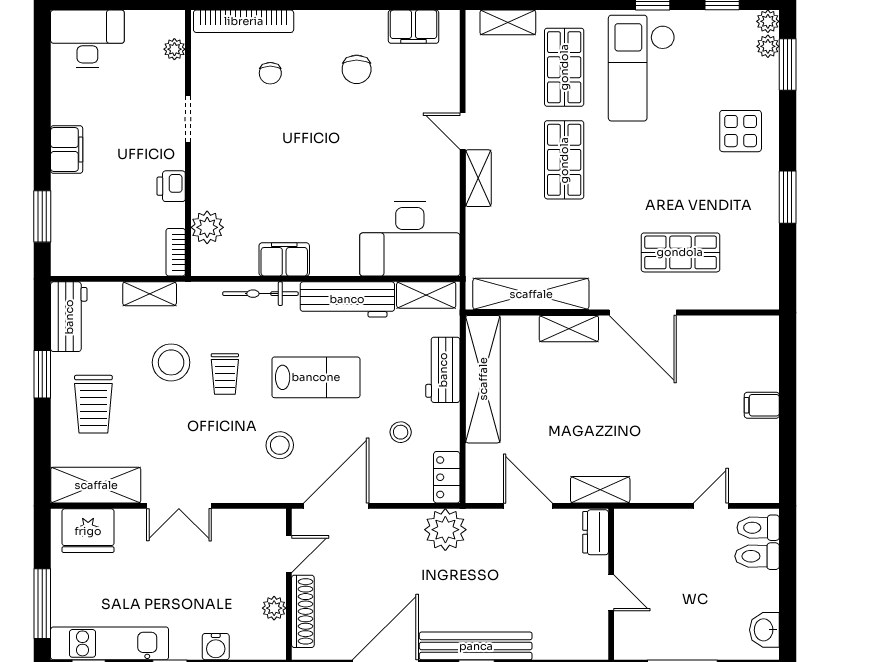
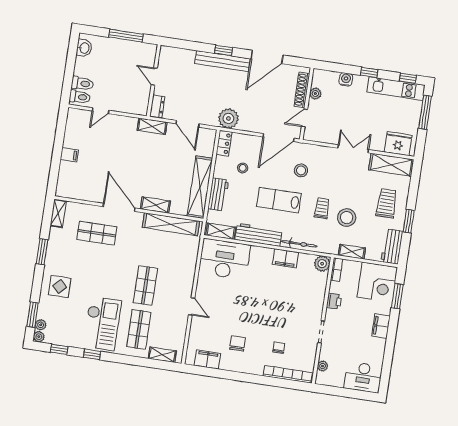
shelving: (478, 178) -> (58, 213), moved
plant: (207, 227) -> (322, 264), moved
corner desk: (88, 239) -> (377, 282), added

